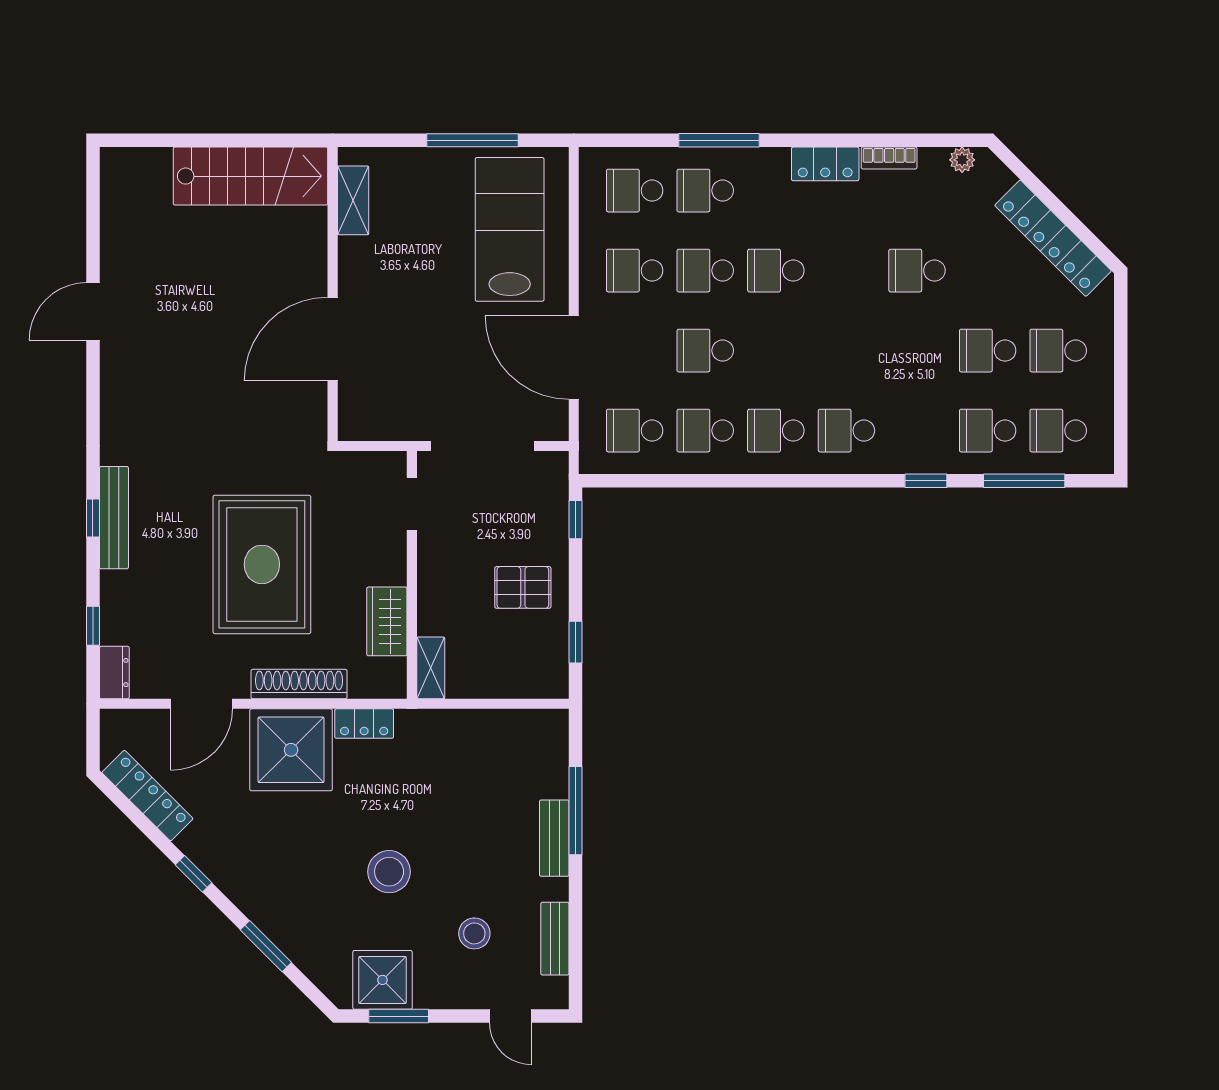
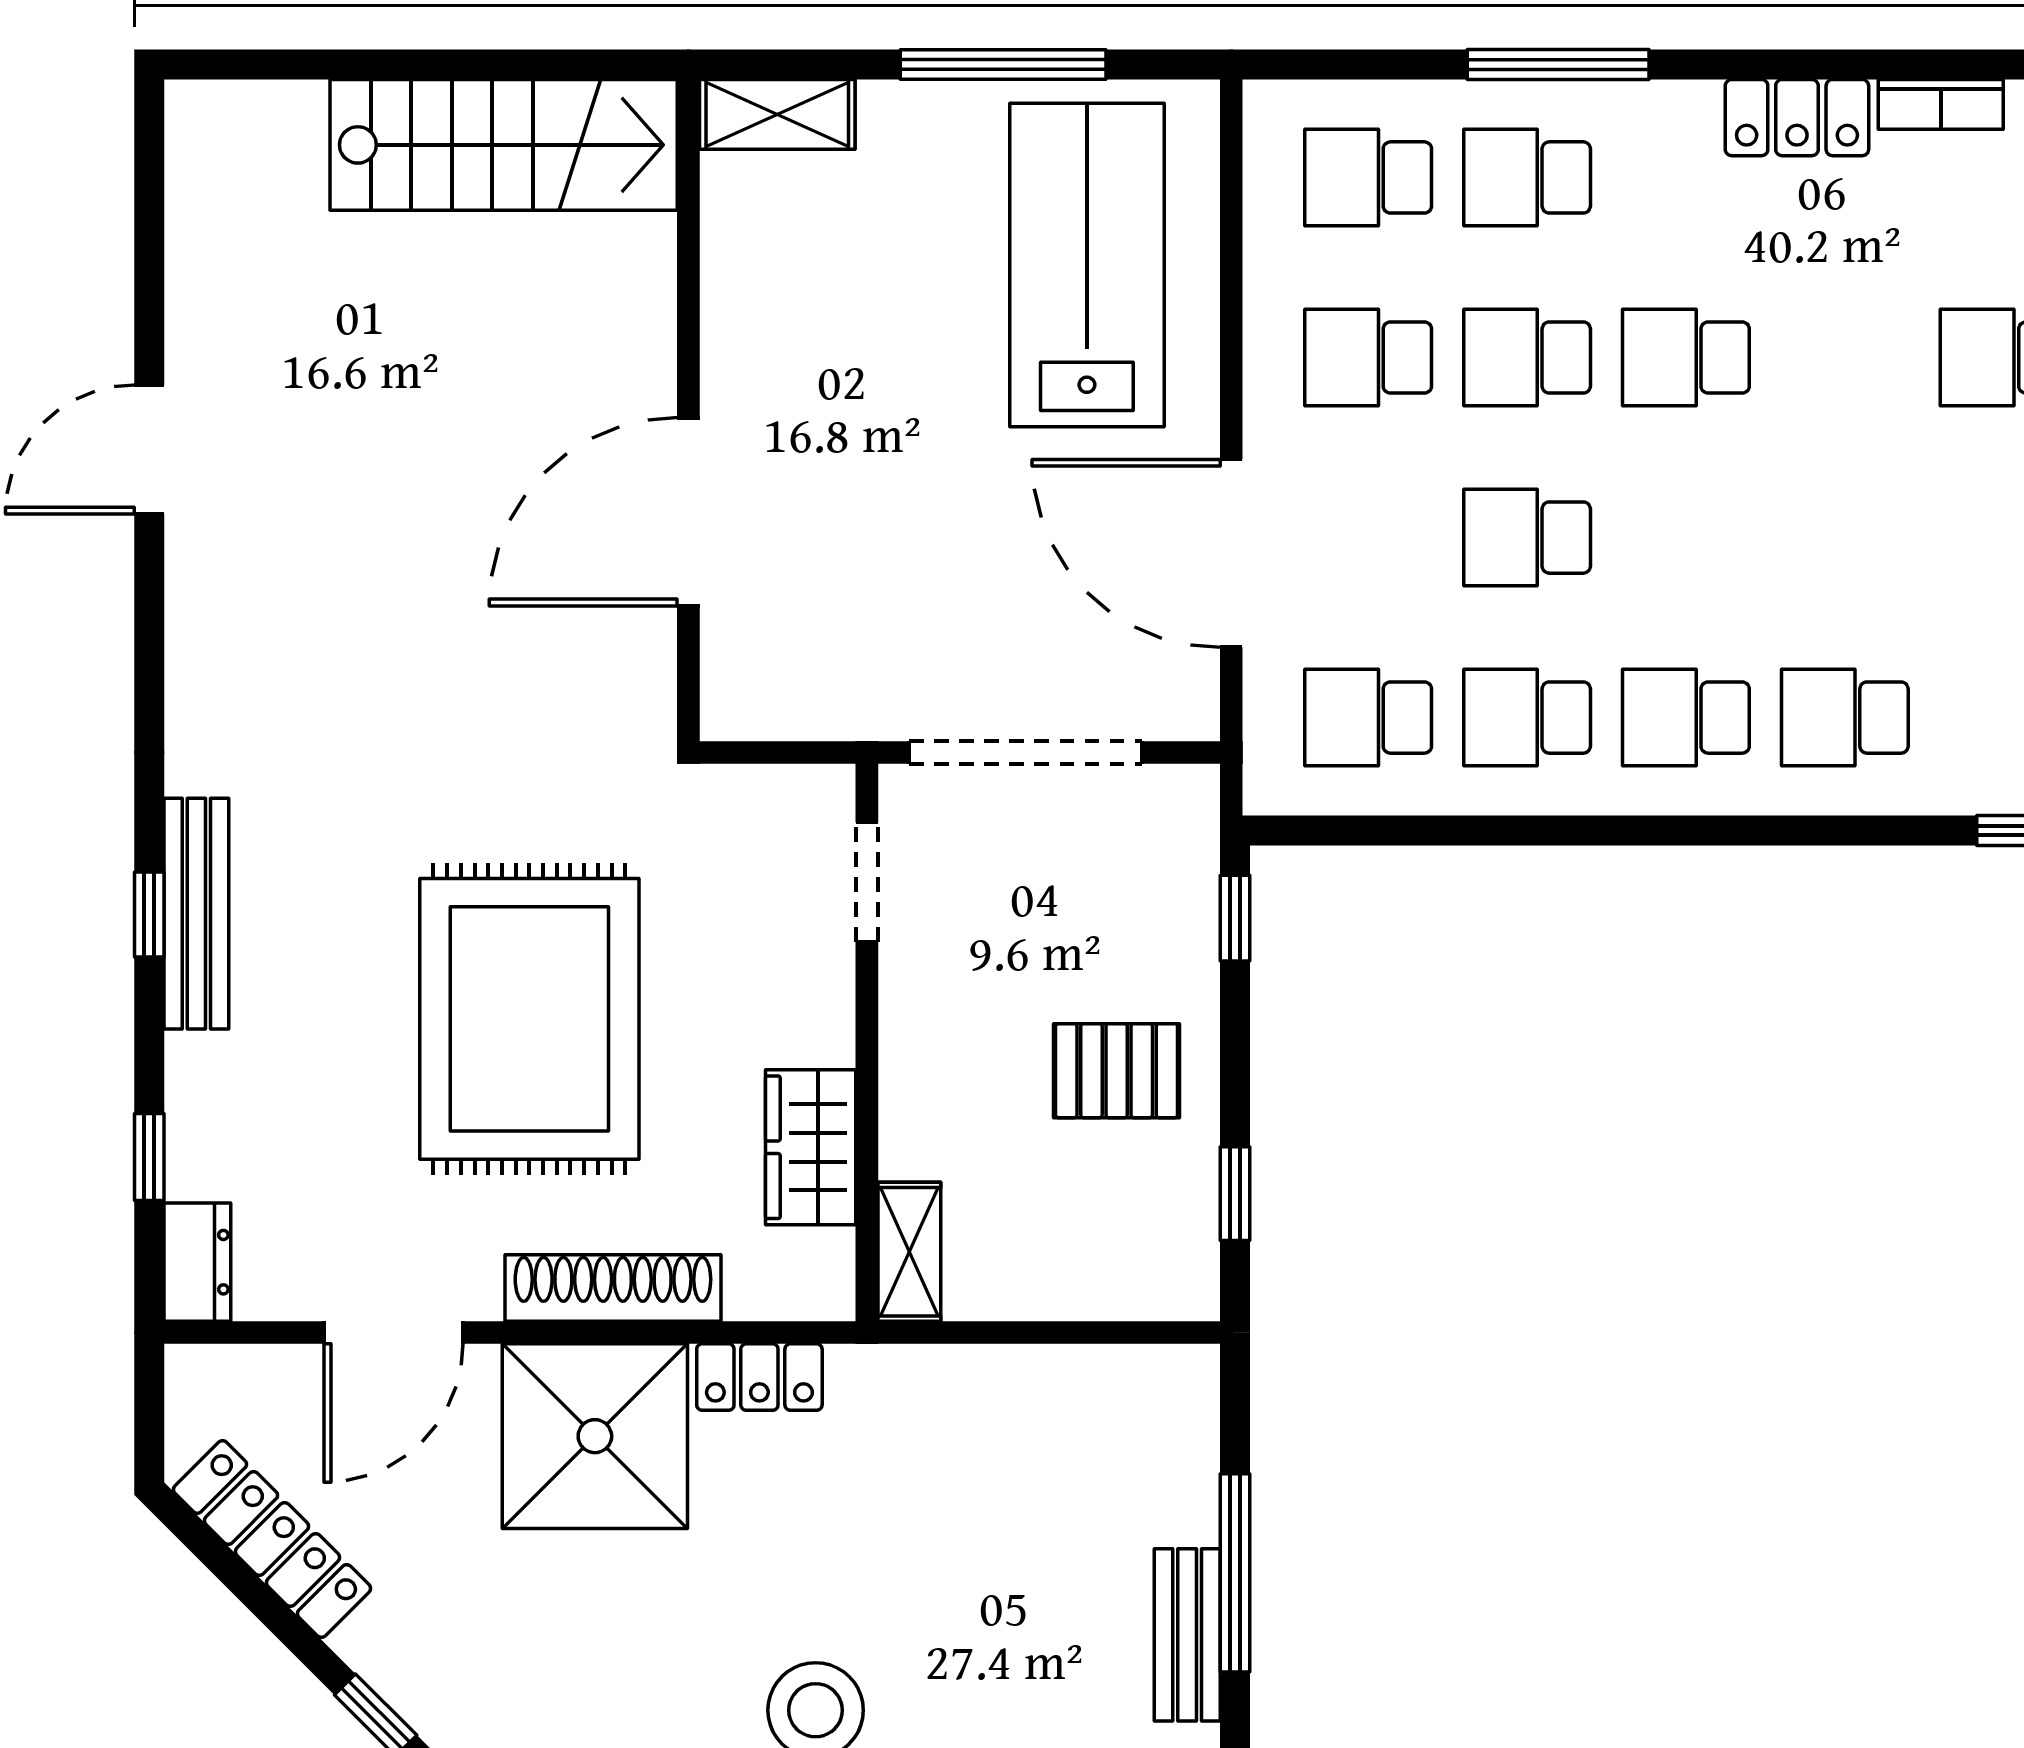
shelving: (353, 200) -> (777, 114), moved, turned 90

